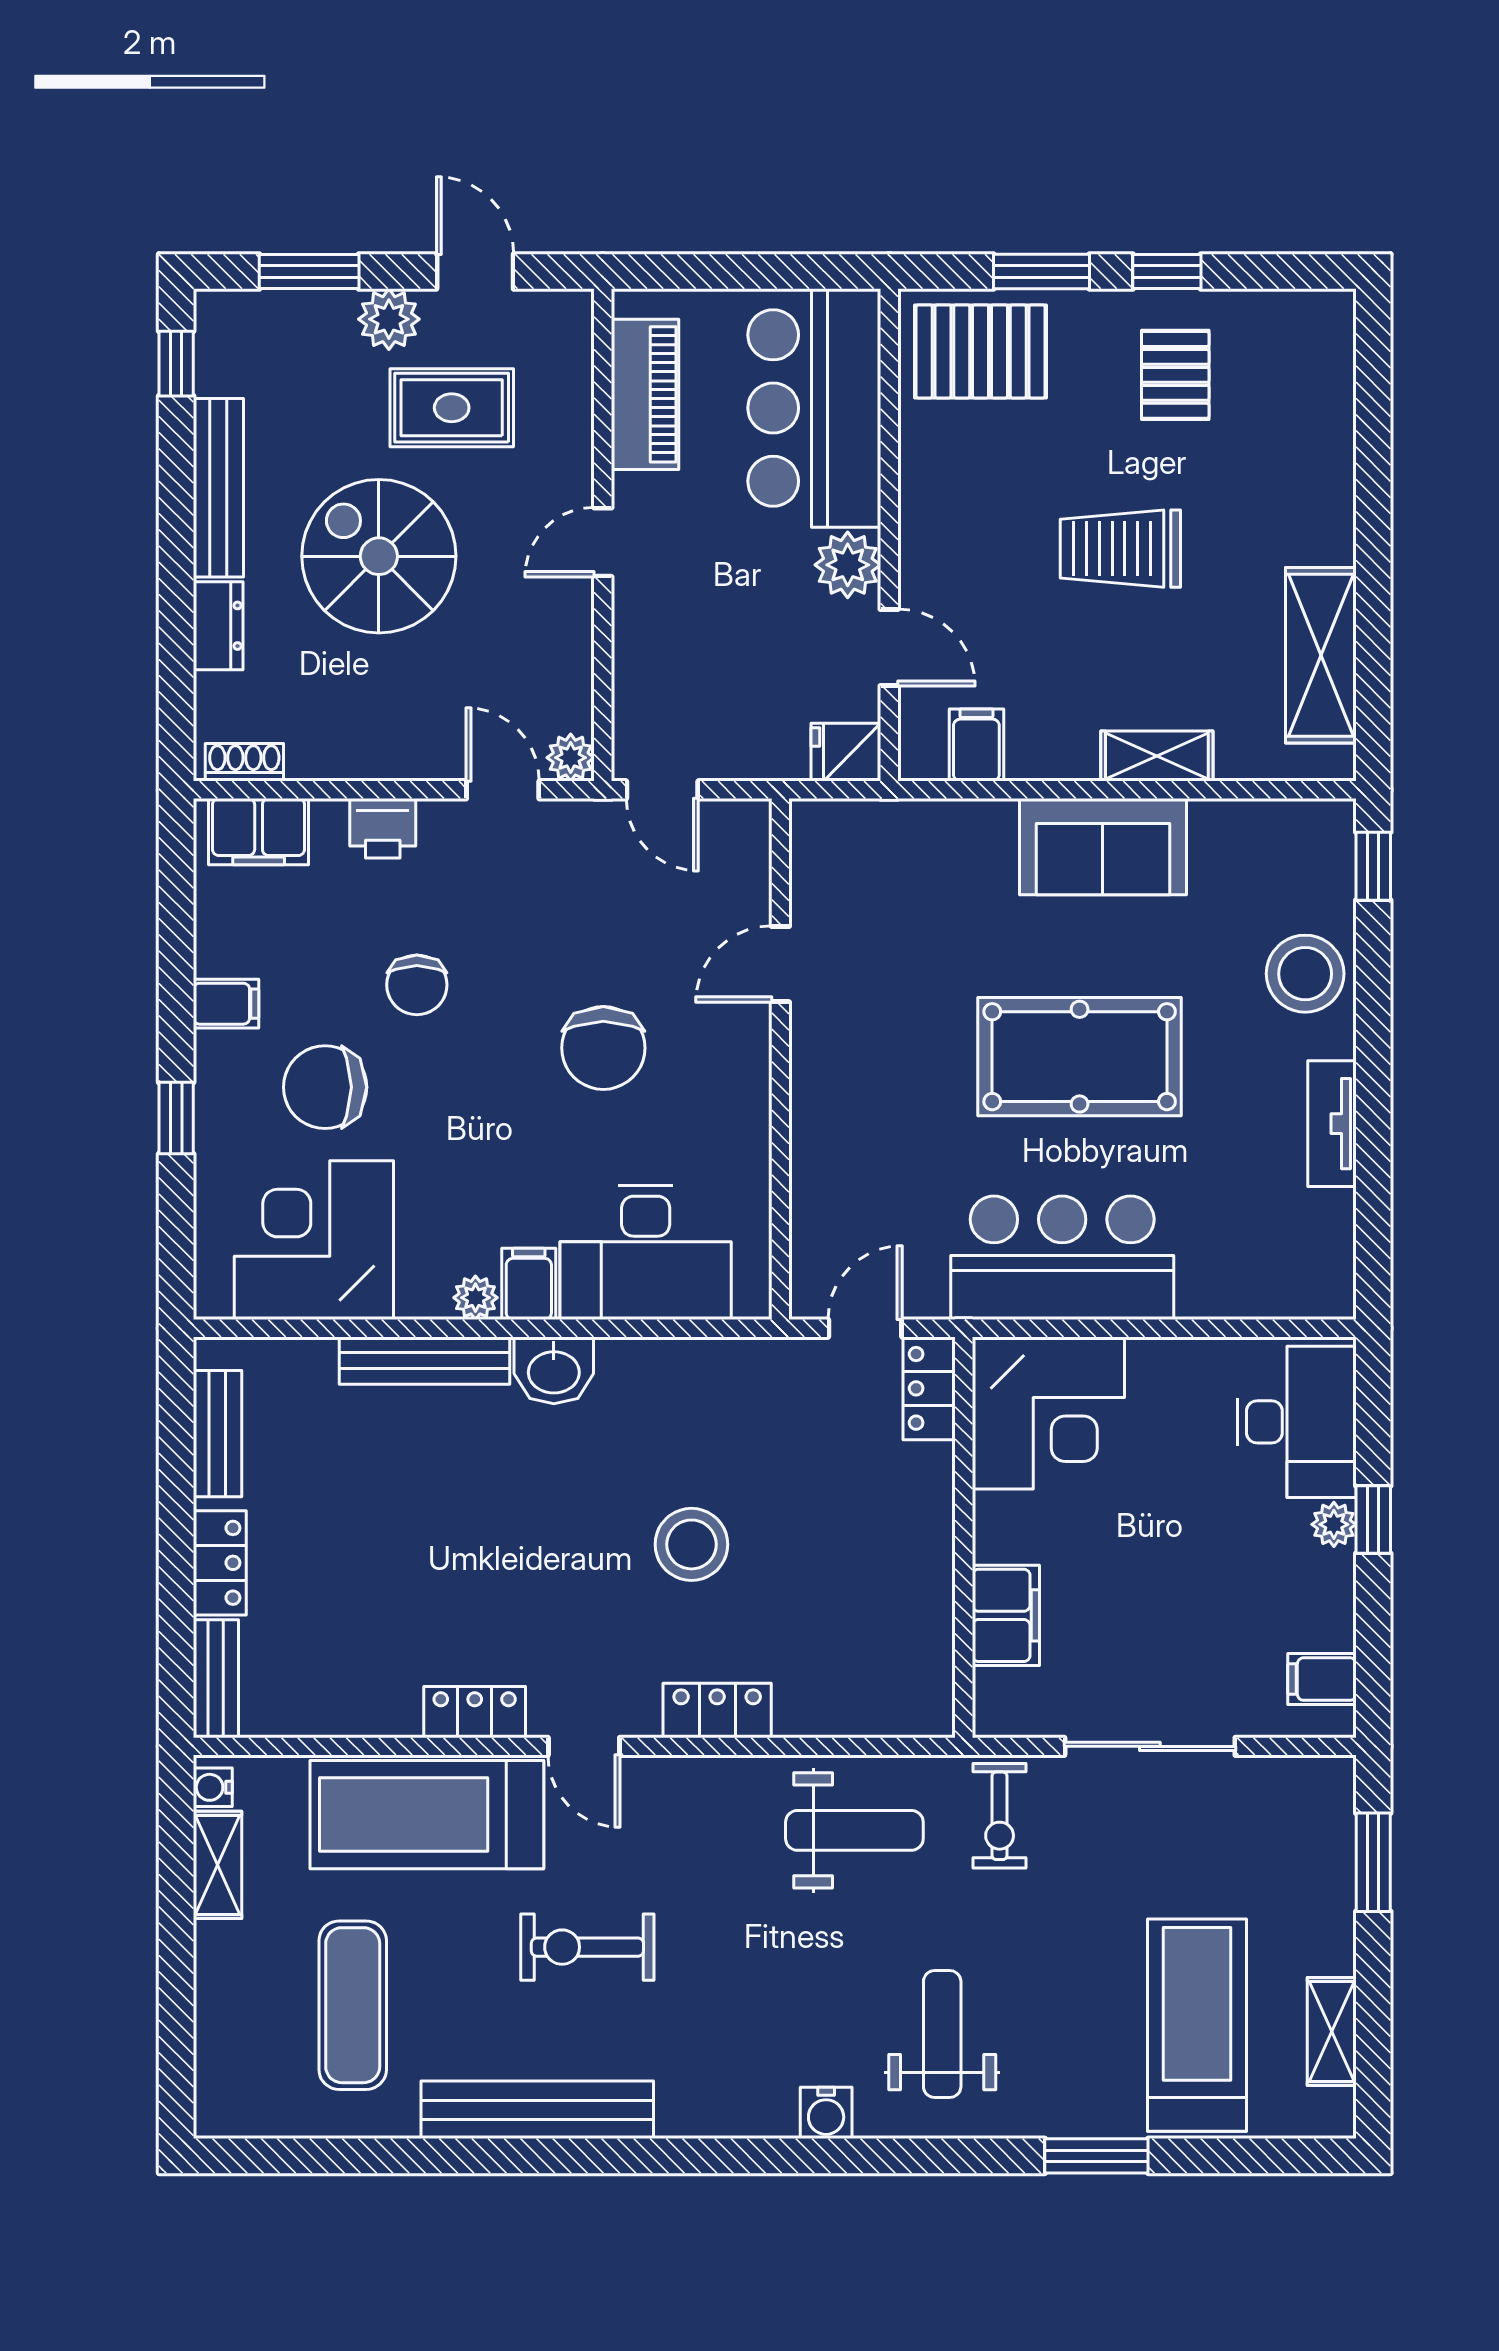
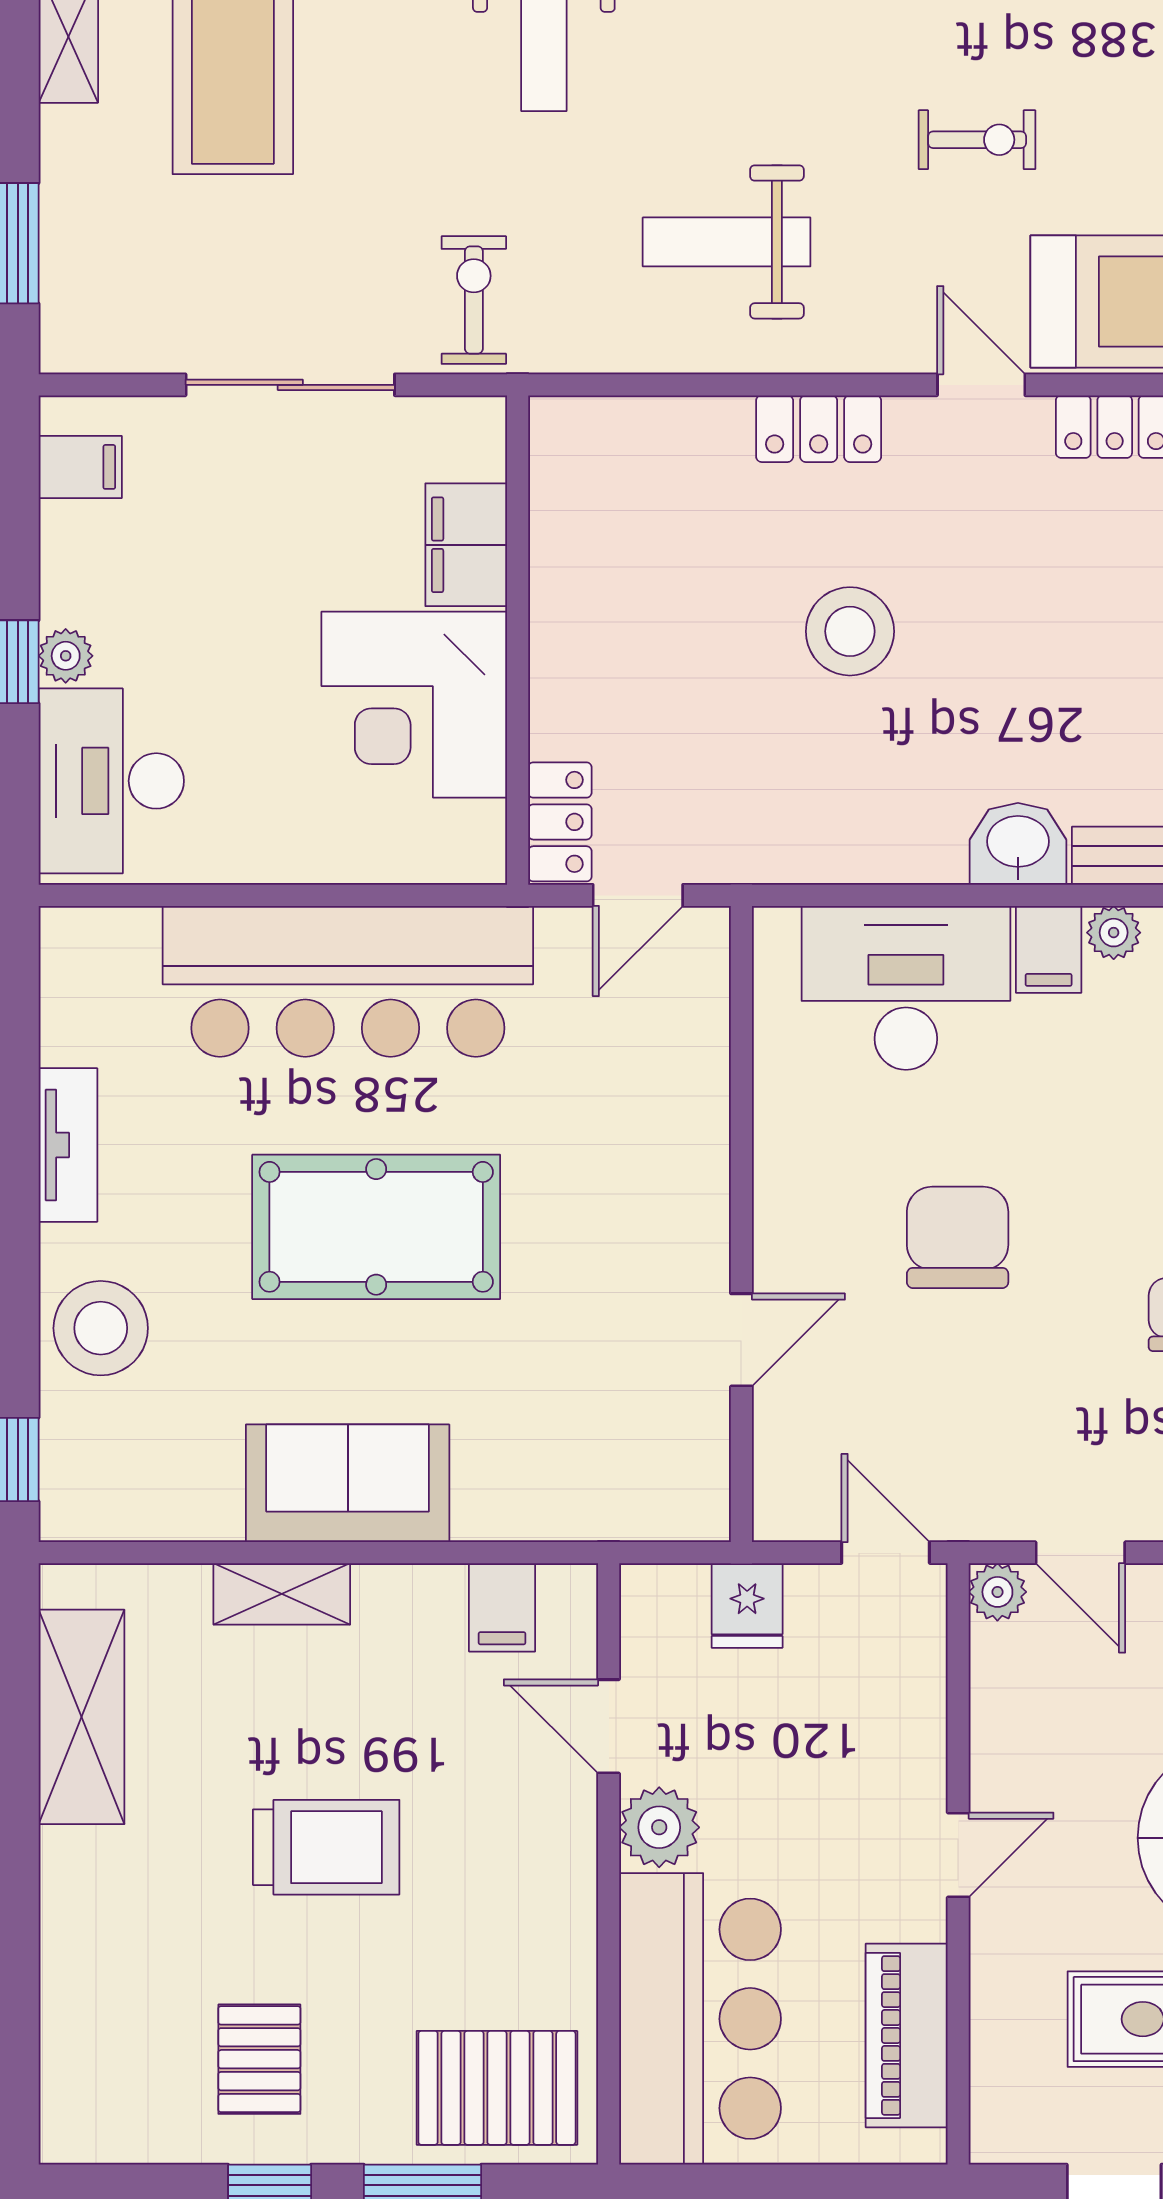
fridge: (846, 752) -> (747, 1605), moved, turned 90
bar counter: (1062, 1258) -> (348, 981), width x1.36
corner desk: (1048, 1413) -> (414, 705), moved, turned -90
weight bench: (854, 1830) -> (727, 242), moved
exercise bike: (587, 1947) -> (977, 140), width x0.73, depth x0.72

